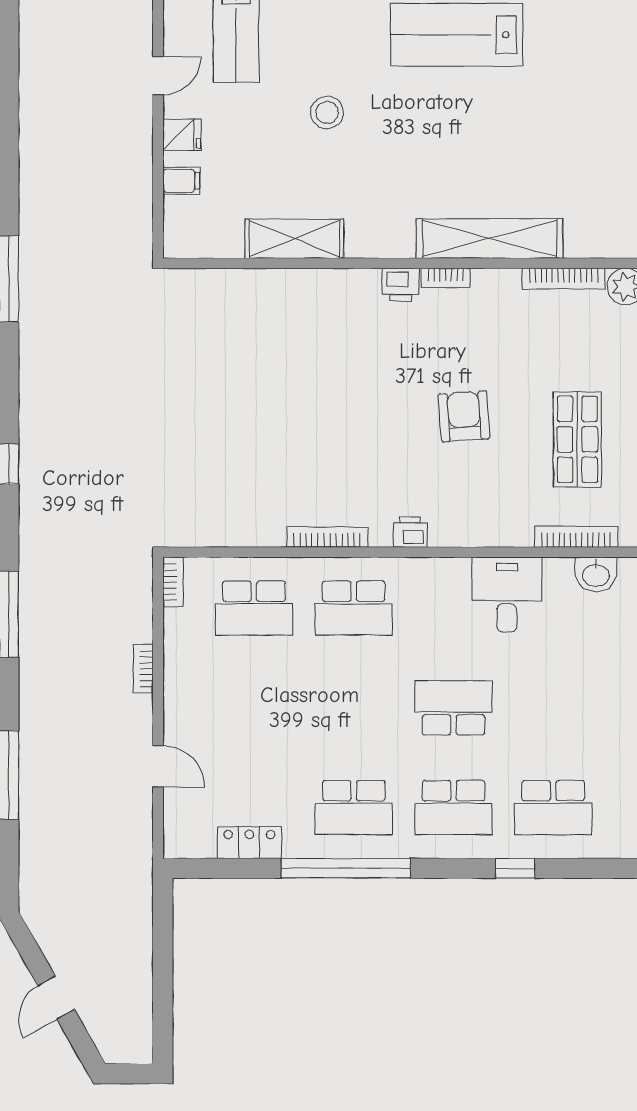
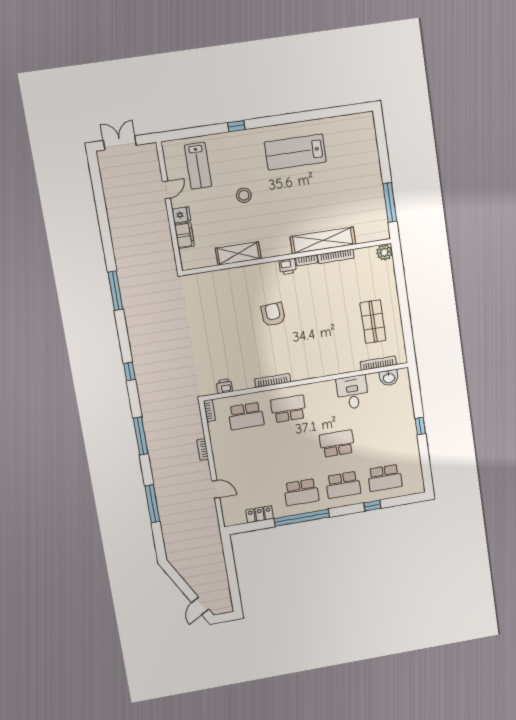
filing cabinet: (181, 181) -> (184, 235), width x2.00
bookcase: (563, 279) -> (336, 256), moved
armchair: (464, 416) -> (273, 314), moved
printer: (410, 532) -> (224, 386), moved
school desk: (354, 608) -> (289, 409), turned 180
door: (56, 997) -> (200, 606), moved

